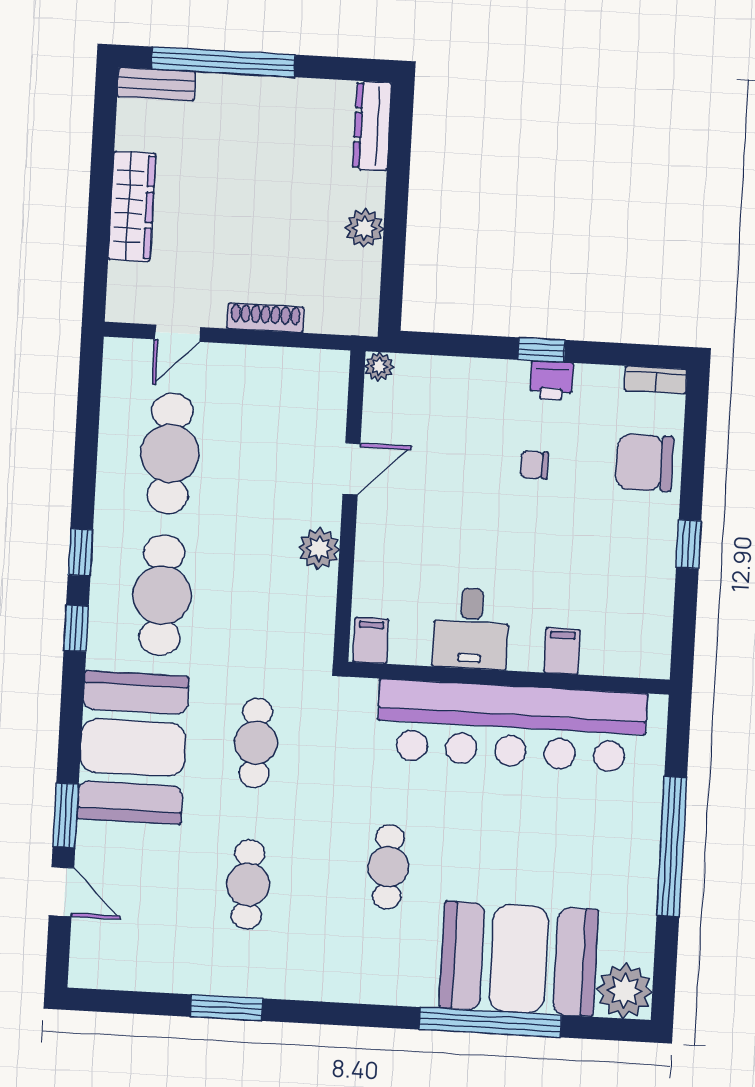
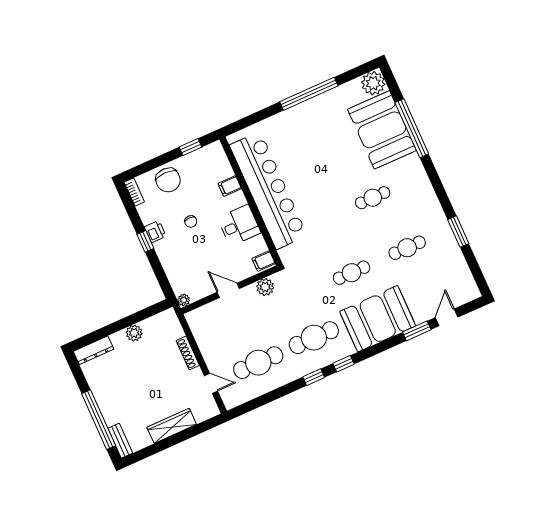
desk: (471, 628) -> (239, 225), moved
filing cabinet: (371, 641) -> (264, 261), moved
filing cabinet: (562, 651) -> (230, 186), moved
wall: (509, 678) -> (251, 201), moved
bar counter: (512, 726) -> (268, 190), moved

